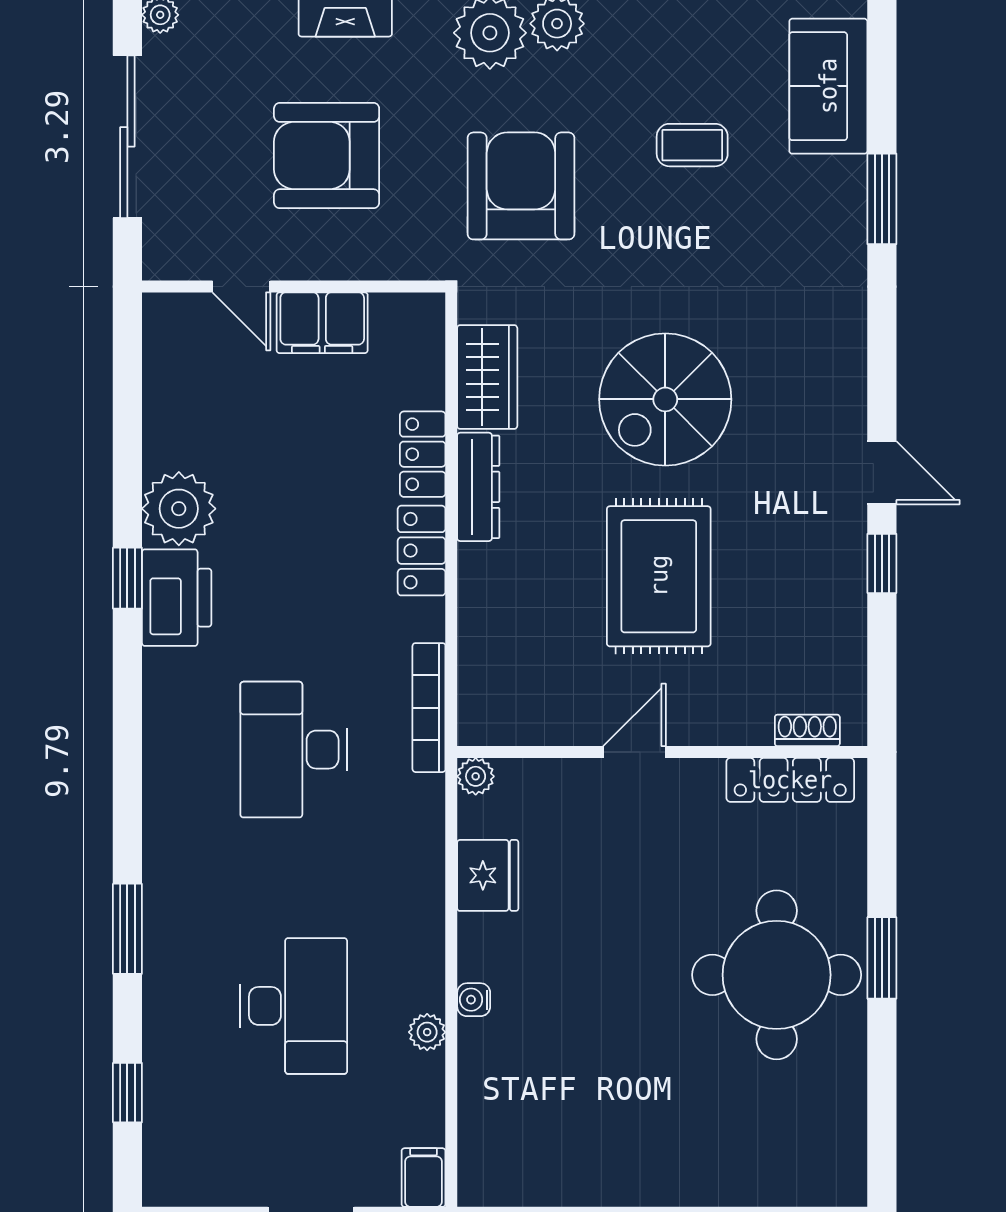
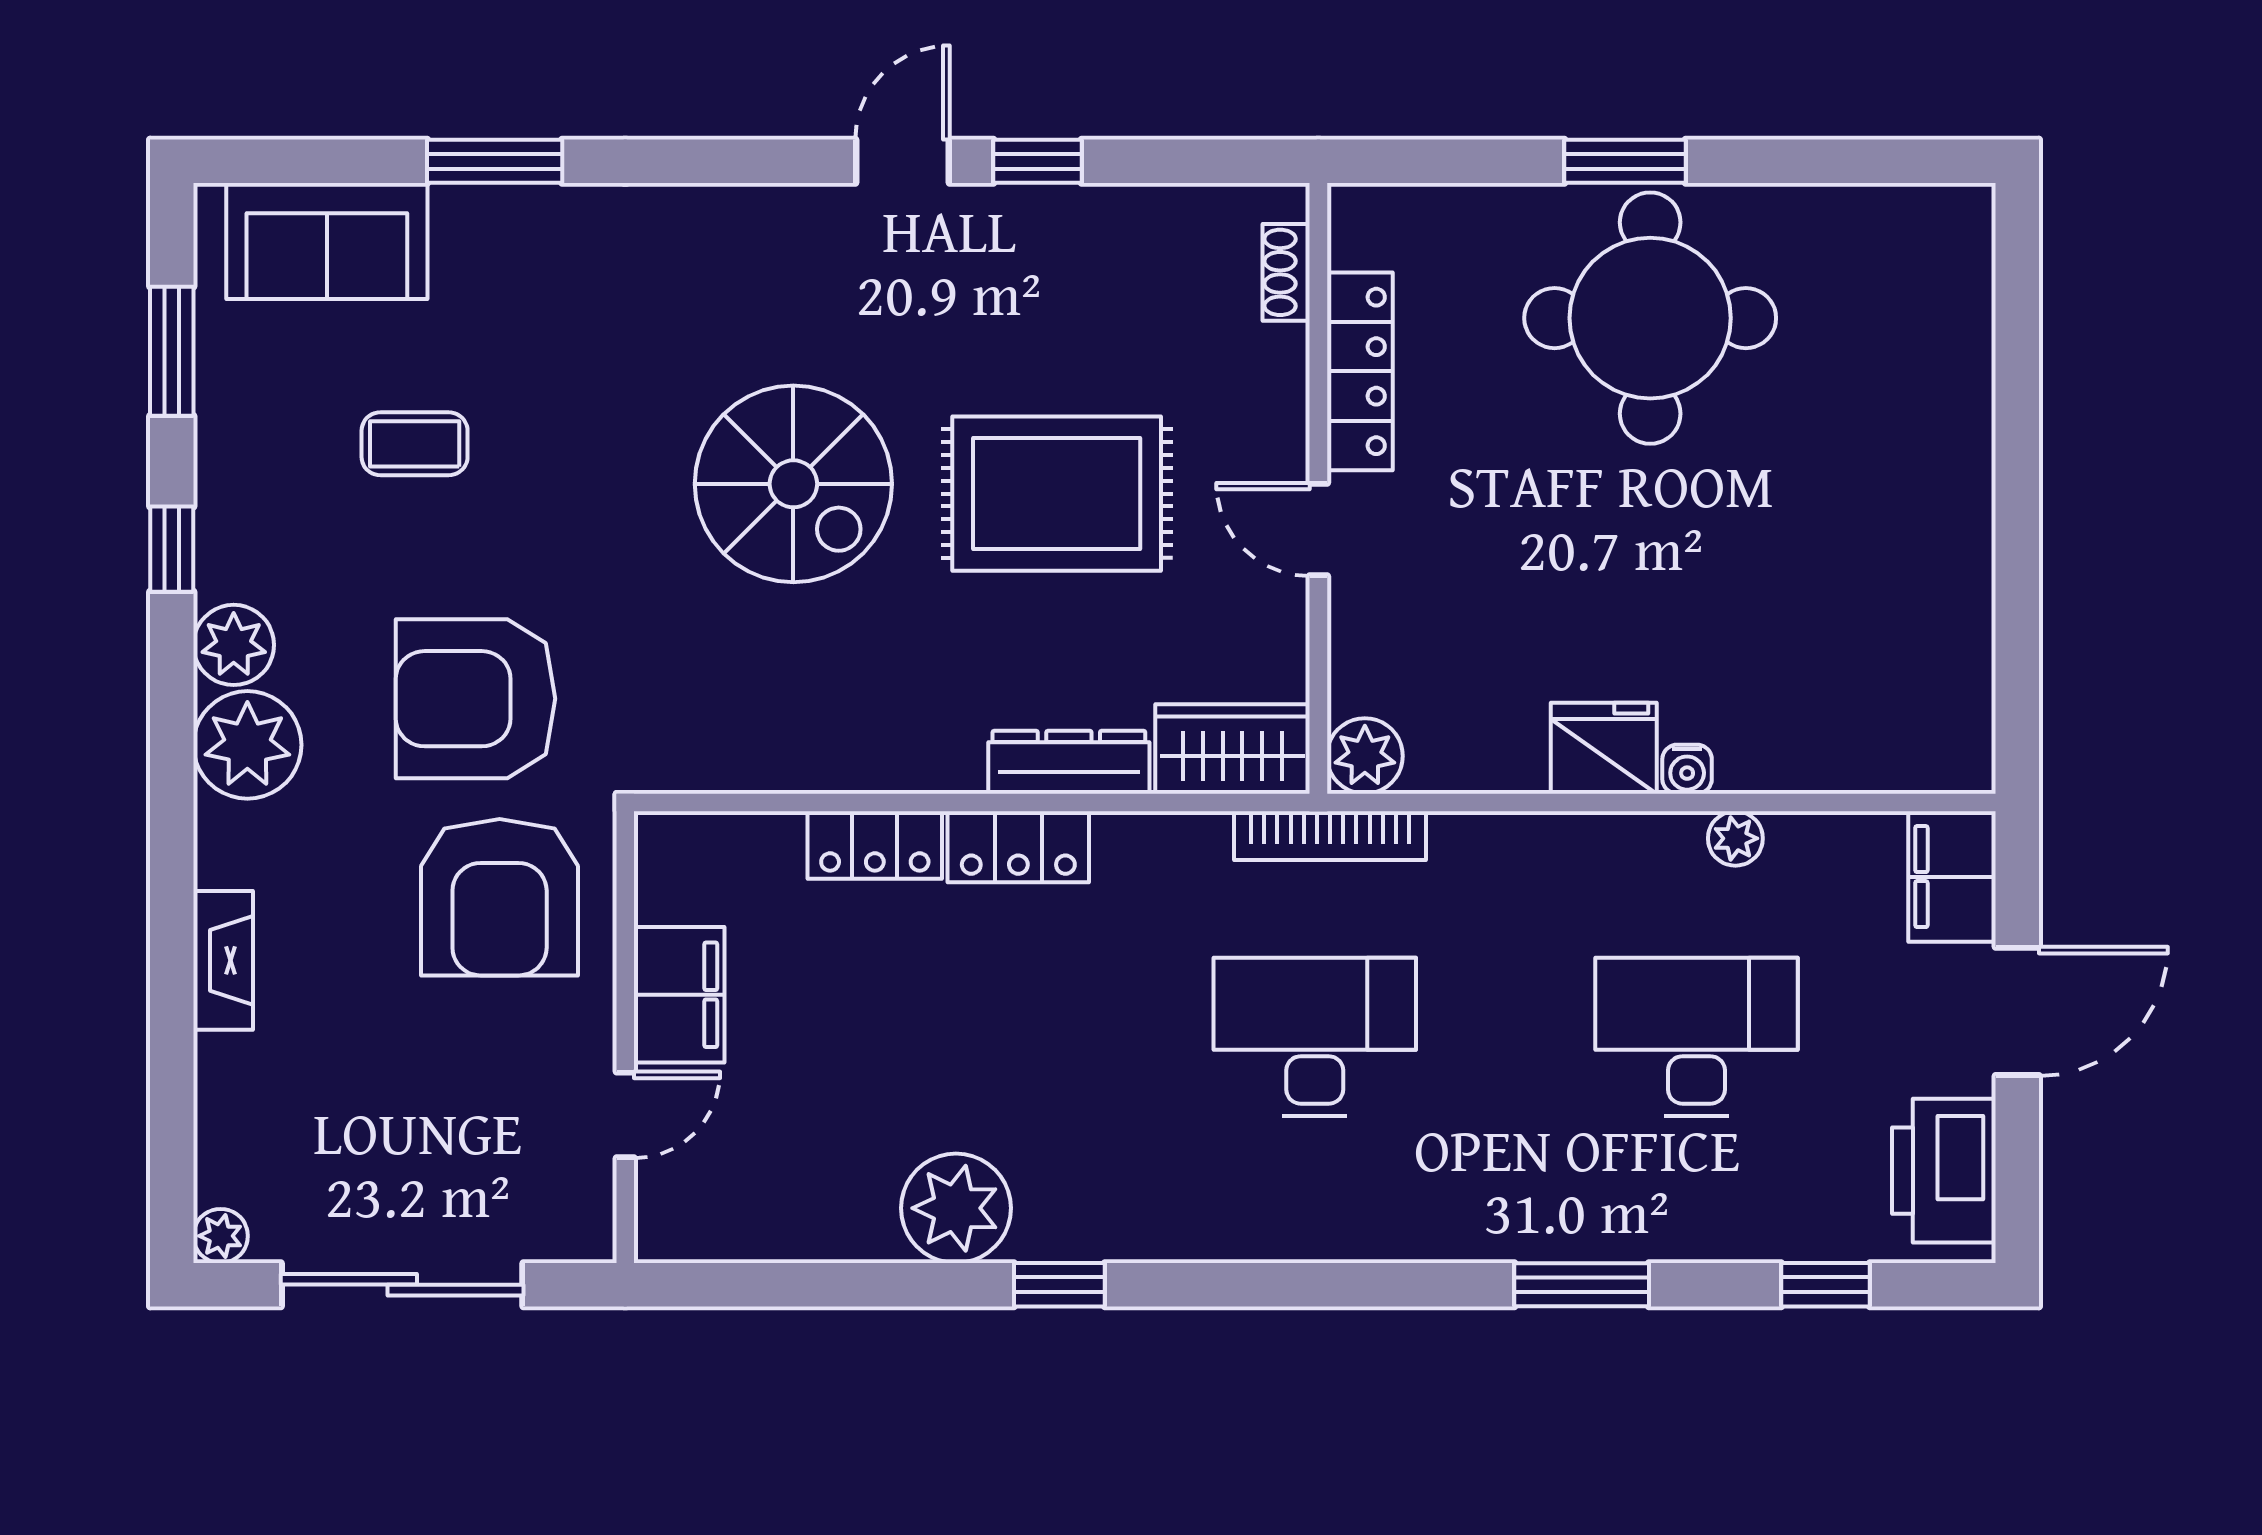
coffee table: (692, 145) -> (415, 444), turned 90
armchair: (327, 156) -> (500, 897), moved
wardrobe: (487, 377) -> (1232, 749), moved
dresser: (478, 487) -> (1069, 762), moved
printer: (177, 598) -> (1944, 1171), moved, turned -90
bookcase: (429, 708) -> (1330, 836), moved
desk: (294, 750) -> (1315, 1037), turned 180
plant: (476, 776) -> (1365, 756), width x1.38, depth x1.38
locker: (790, 780) -> (1360, 371), moved
fridge: (488, 875) -> (1604, 748), moved
filing cabinet: (424, 1178) -> (1952, 877), width x2.00

